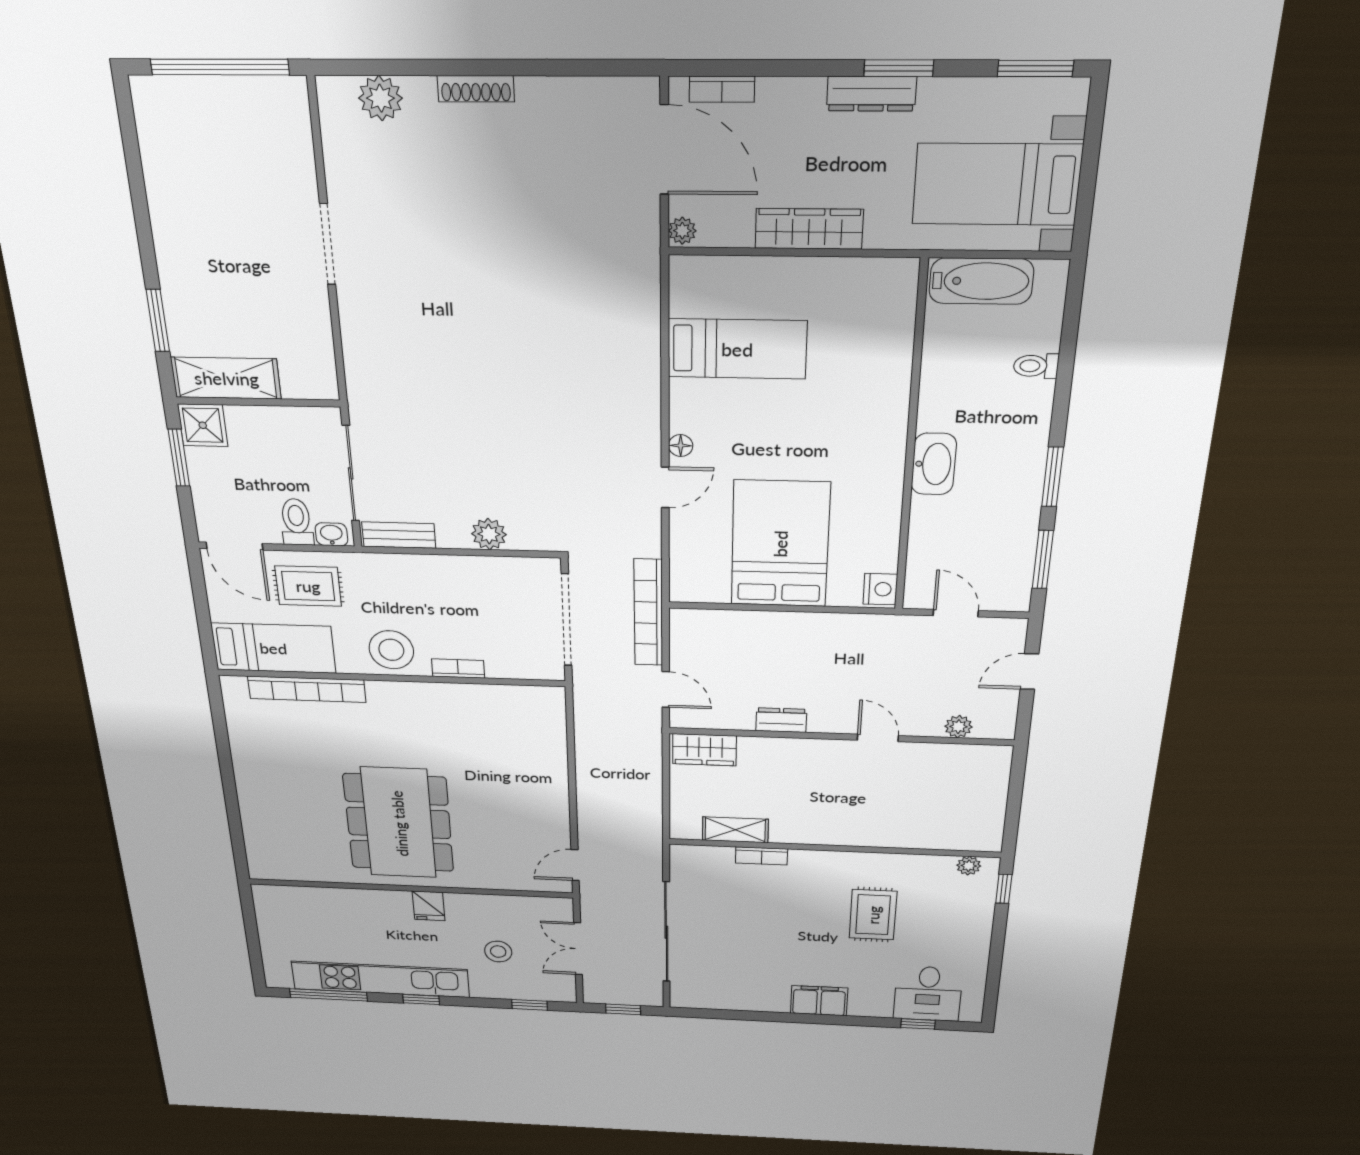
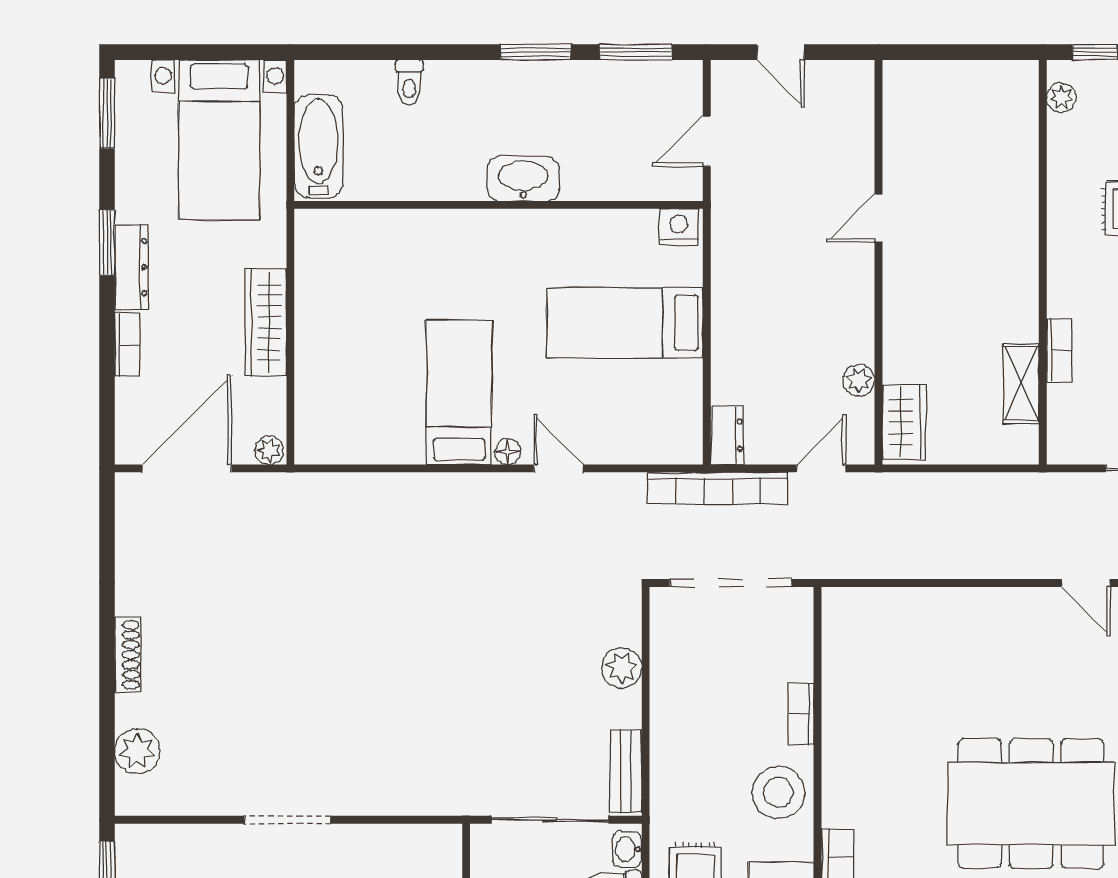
bookcase: (722, 89) -> (127, 344), moved
bed: (737, 349) -> (459, 392), moved
bed: (780, 544) -> (625, 323), width x0.67
dresser: (781, 720) -> (727, 435), moved, turned 180
plant: (958, 727) -> (859, 380), moved

